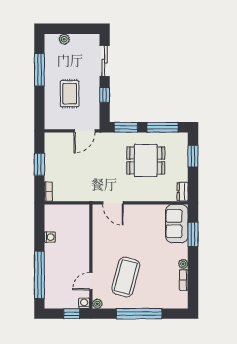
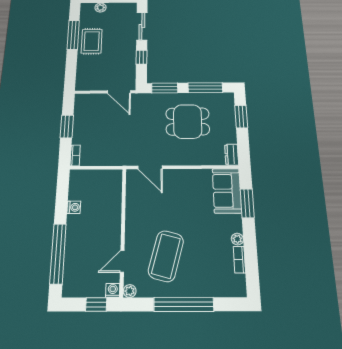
rug: (70, 94) -> (92, 41), moved
door: (85, 131) -> (119, 92), hinge flipped

